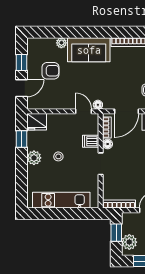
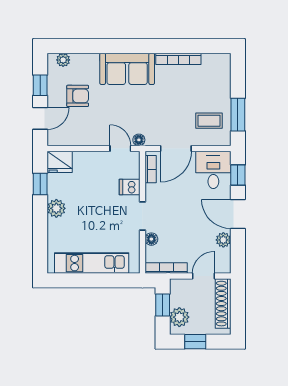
plant: (61, 43) -> (63, 60), moved
floor lamp: (108, 144) -> (151, 239), moved
stool: (58, 156) -> (88, 207), removed

